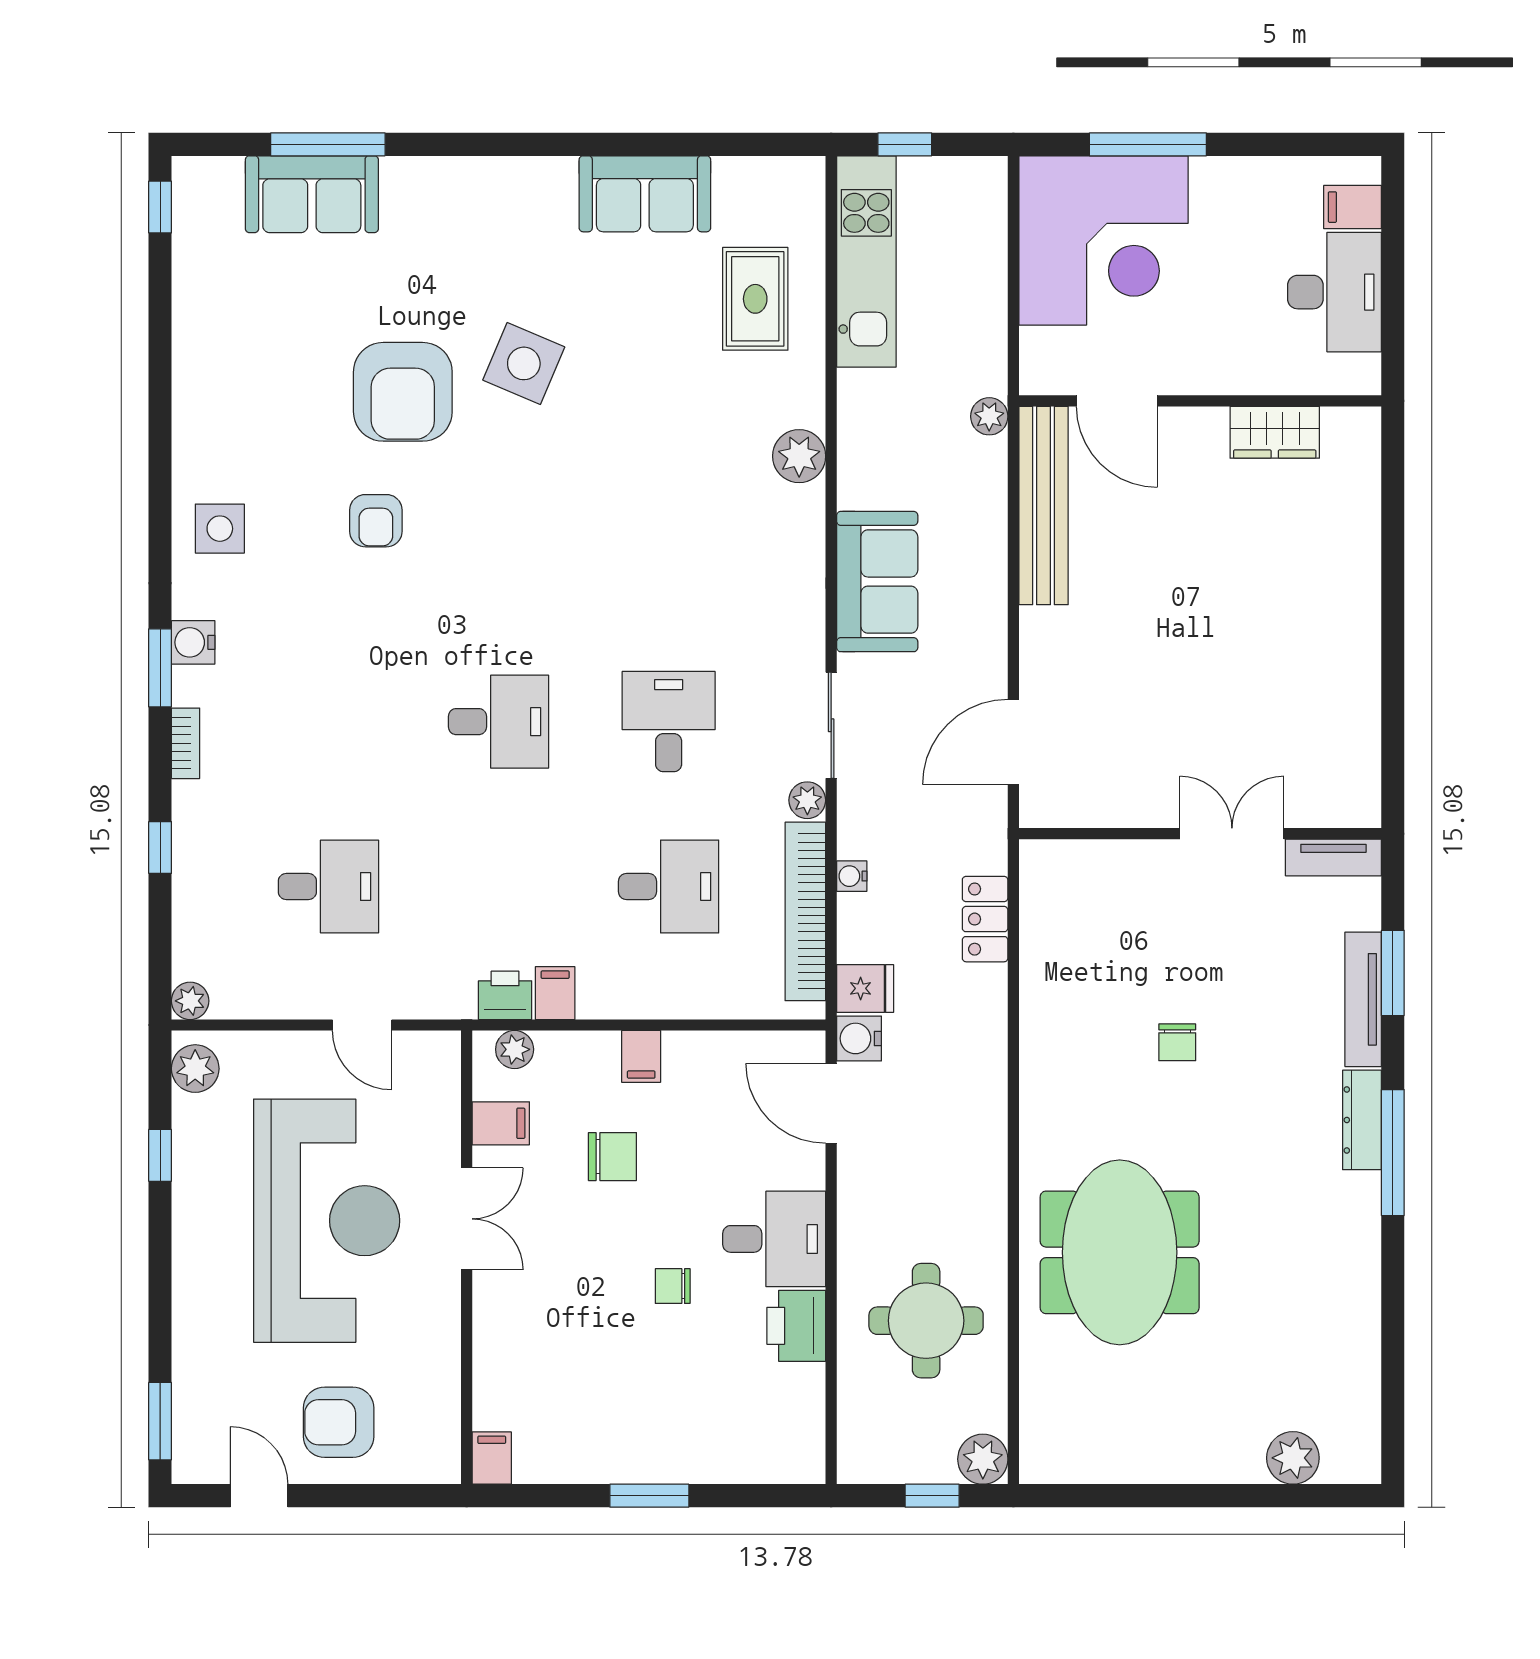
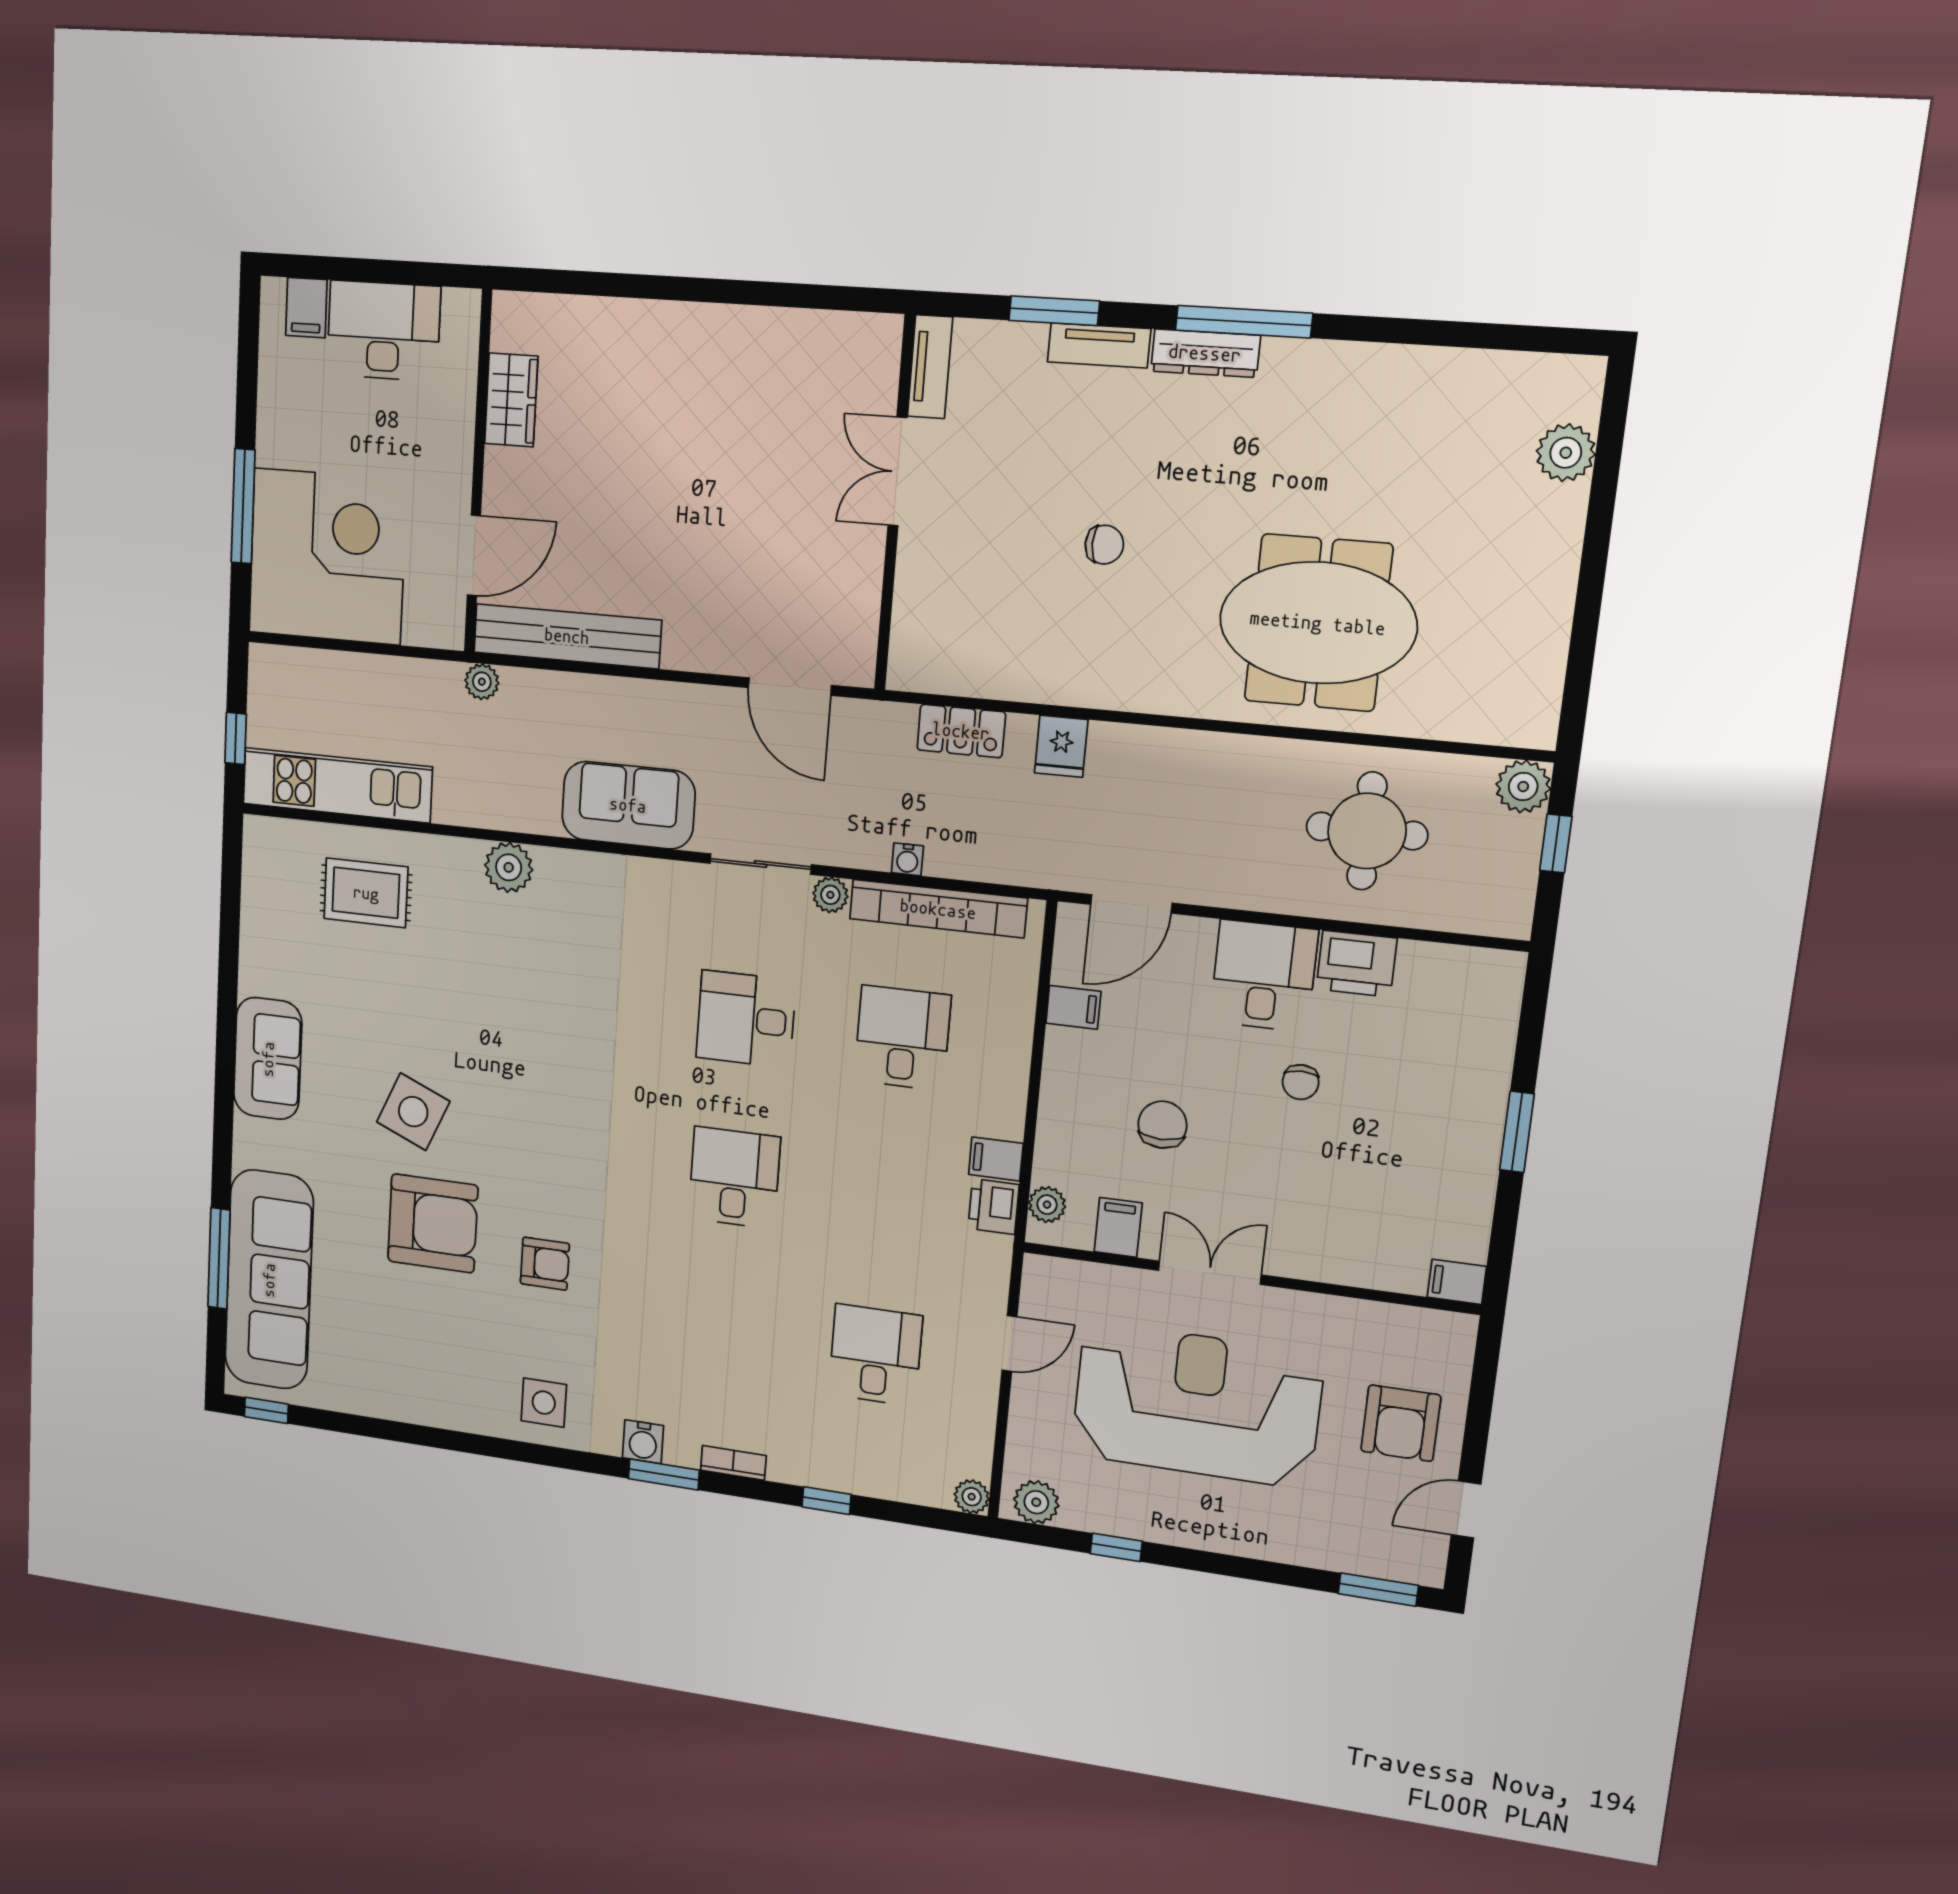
sofa: (312, 194) -> (269, 1280), width x1.85, depth x1.27
sofa: (645, 194) -> (268, 1059), moved
fridge: (865, 988) -> (1061, 746), moved, turned 180
tv unit: (1363, 999) -> (1099, 345), width x0.71
water cooler: (859, 1038) -> (1069, 869), removed
filing cabinet: (641, 1056) -> (1073, 1007), moved

